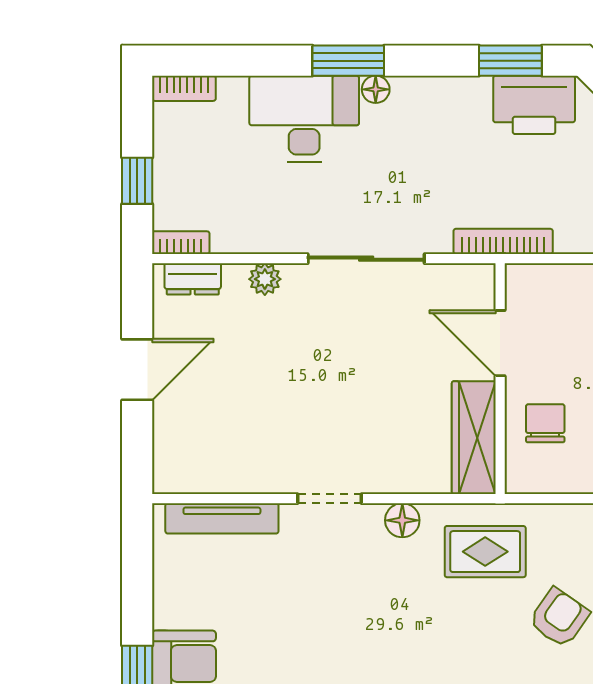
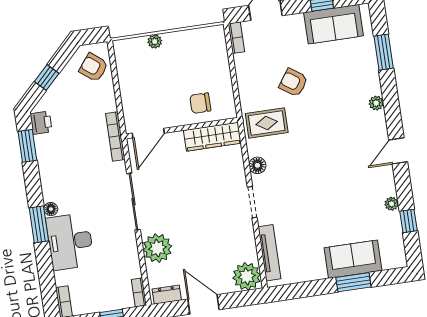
printer: (534, 105) -> (41, 123), width x0.53, depth x0.68
dresser: (193, 279) -> (167, 295), moved, turned -90
plant: (265, 279) -> (157, 248), width x1.87, depth x1.87
door: (500, 343) -> (148, 133), moved
plant: (181, 465) -> (247, 276), added
rug: (485, 552) -> (267, 123), turned 90

